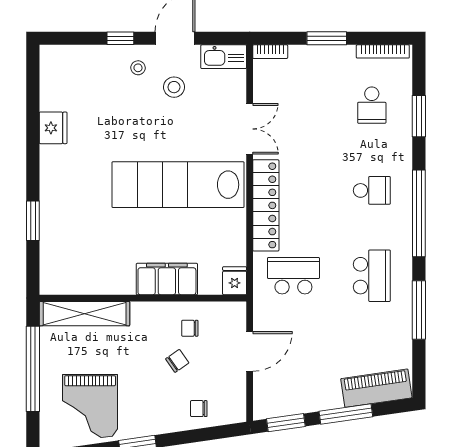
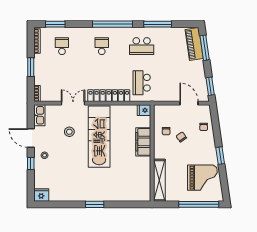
stool: (174, 87) -> (69, 132), moved
school desk: (372, 105) -> (62, 46), turned -90
window: (419, 116) -> (55, 24), moved
fridge: (53, 128) -> (41, 195), moved
lab bench: (178, 185) -> (99, 137), turned 180
window: (33, 221) -> (95, 204), moved
school desk: (372, 276) -> (142, 46), turned 180
door: (250, 351) -> (189, 103), moved
window: (33, 369) -> (199, 204), moved
window: (346, 414) -> (205, 48), moved

